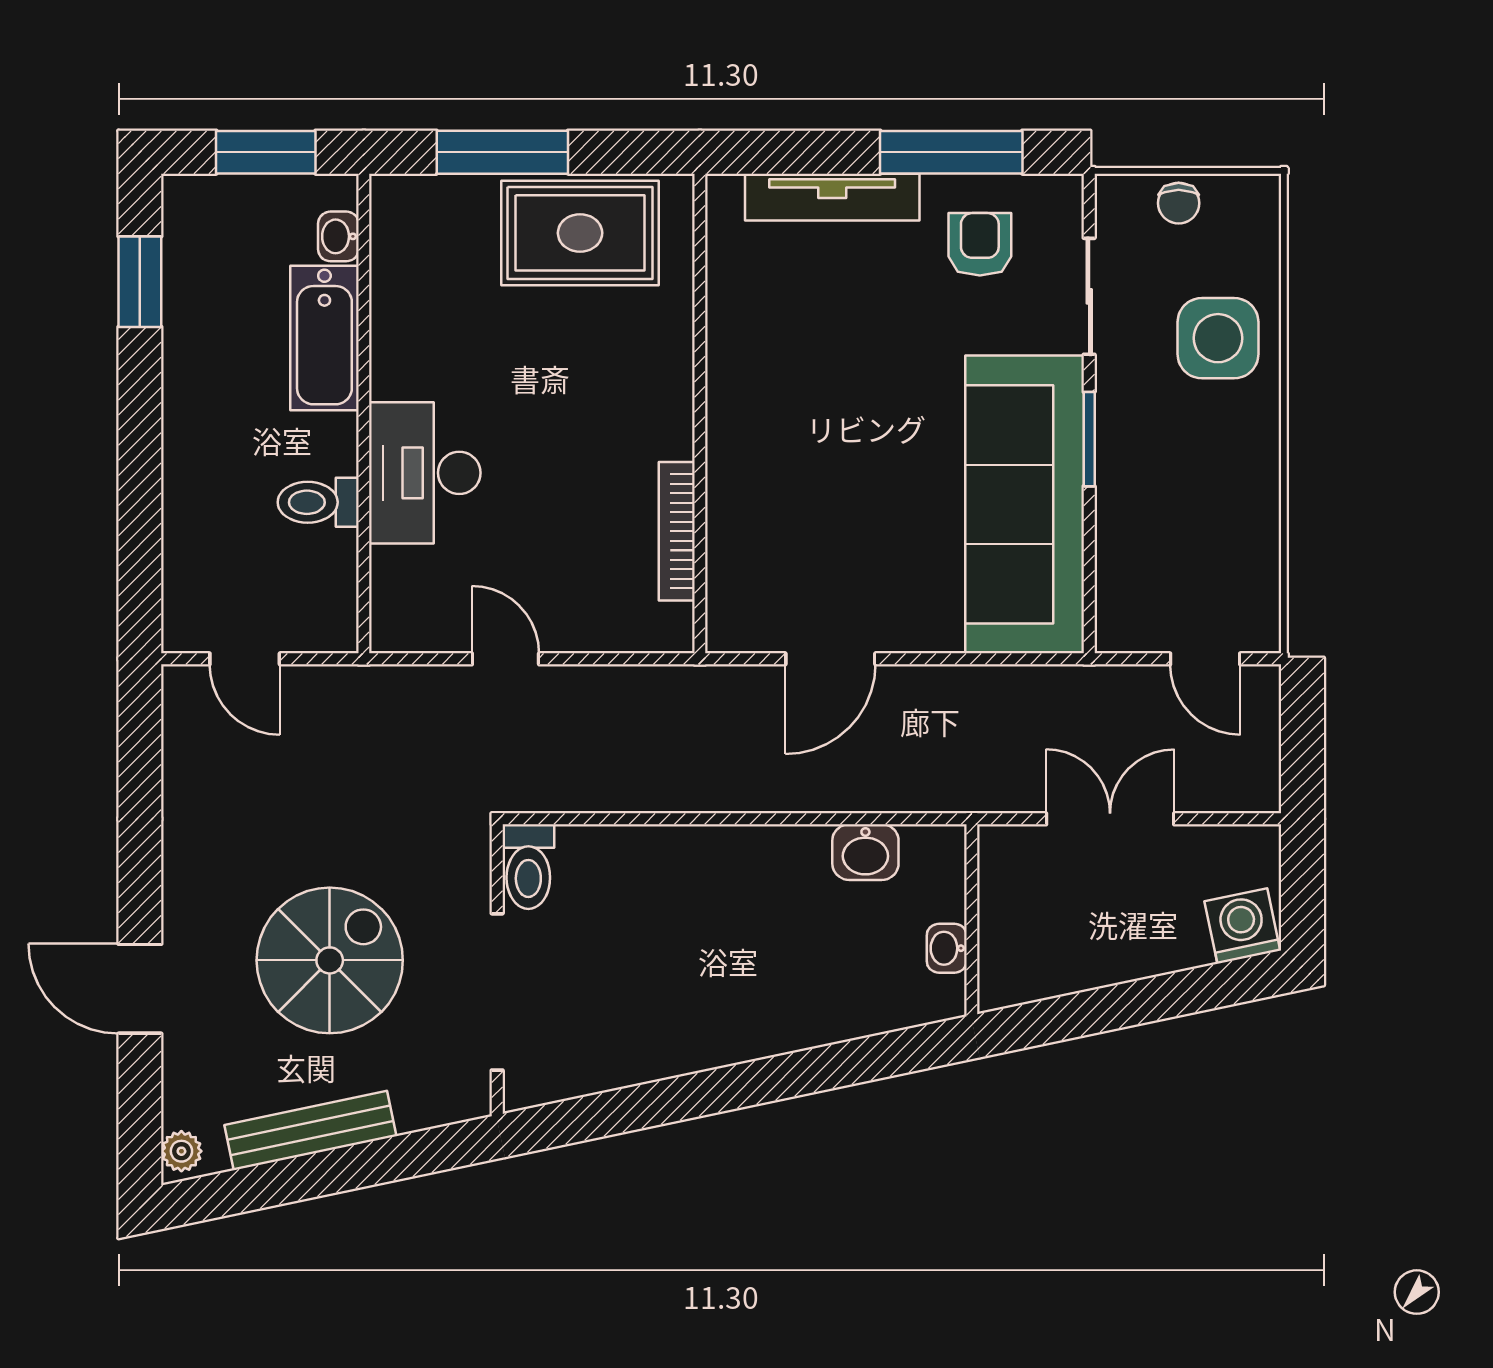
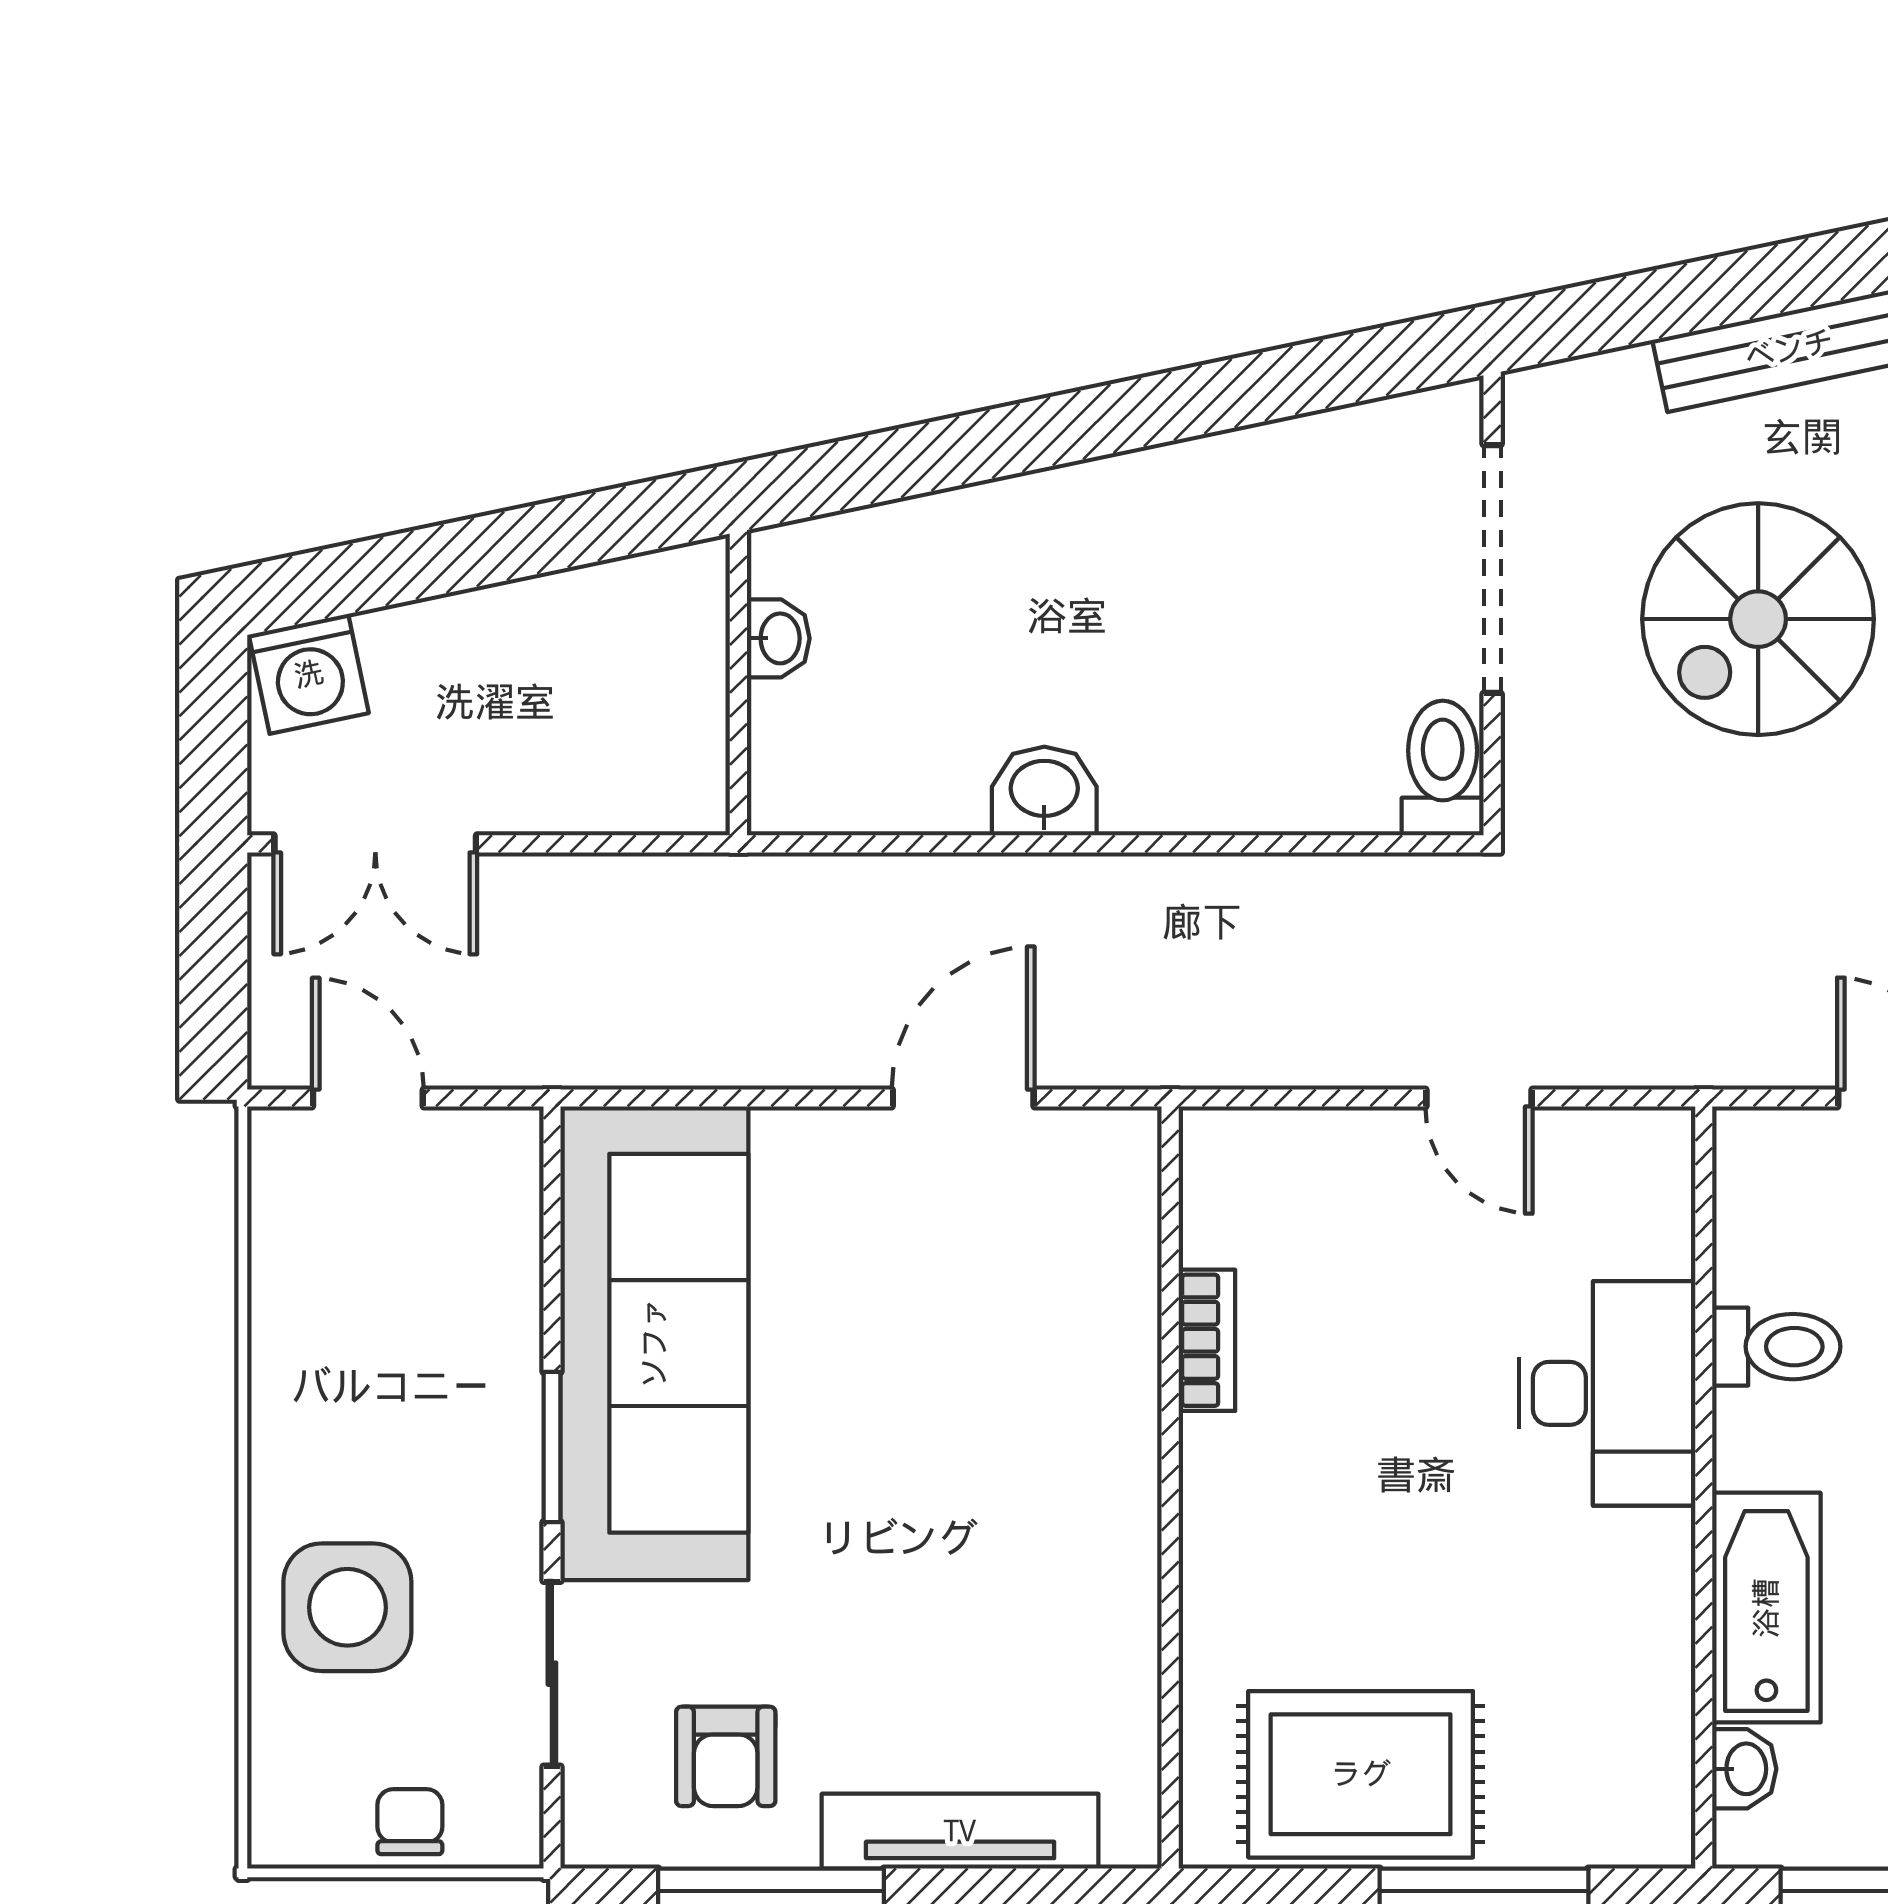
bookcase: (677, 531) -> (1207, 1340), width x0.64
double door: (1110, 819) -> (375, 844), moved
washbasin: (865, 852) -> (1044, 791), moved

